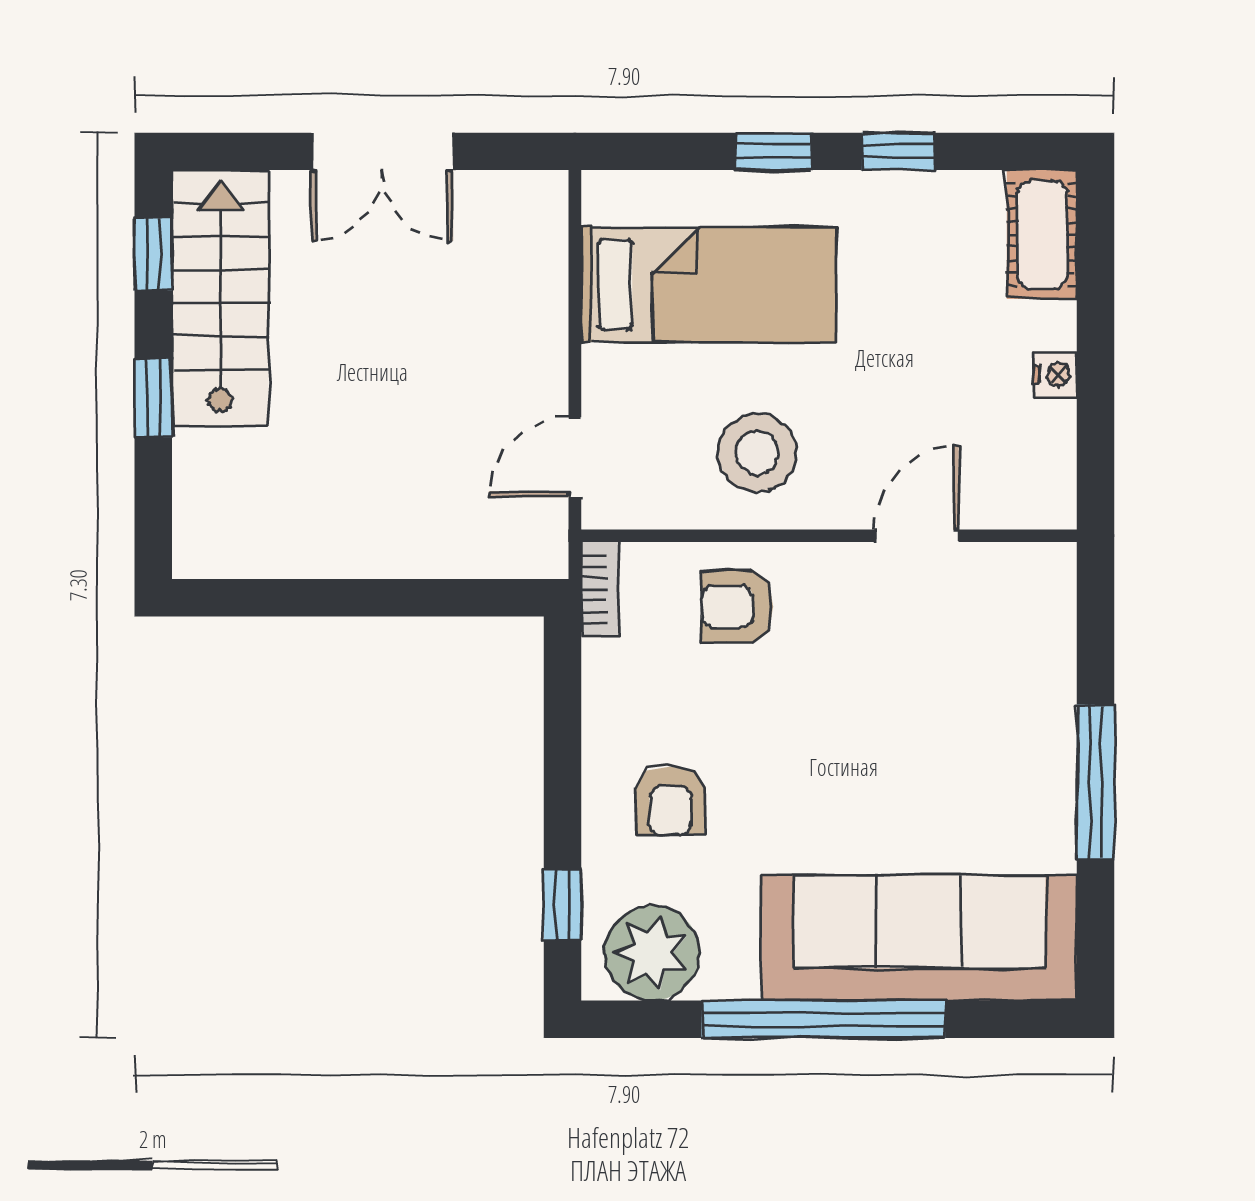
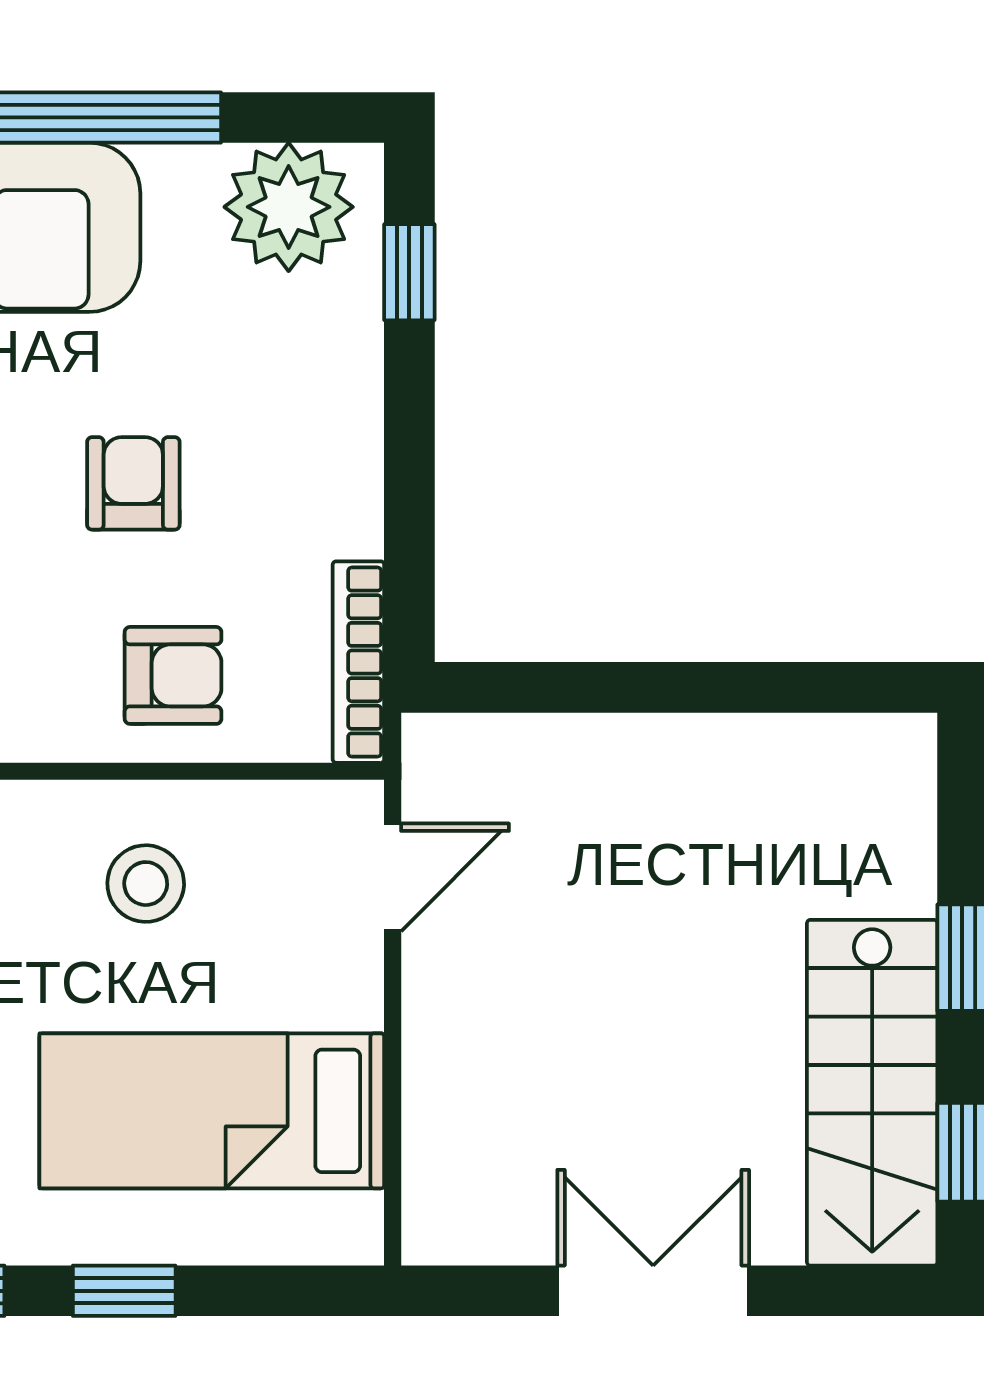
stool: (757, 453) -> (146, 884), width x0.73, depth x0.73
bookcase: (600, 590) -> (358, 662), width x1.56
armchair: (670, 801) -> (133, 483), moved

